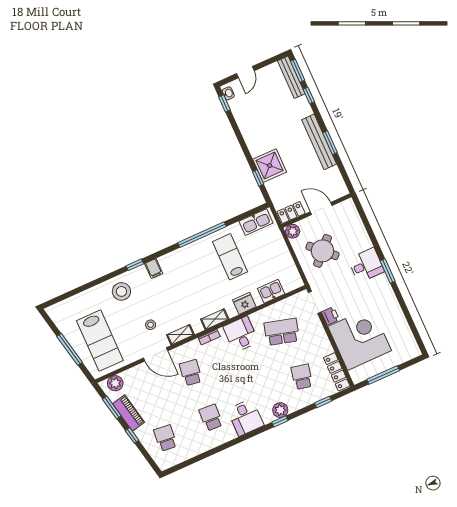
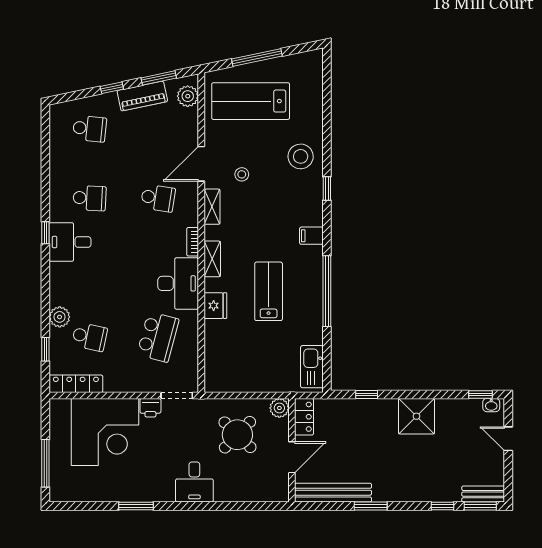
bench: (291, 77) -> (483, 494), width x0.73
bench: (319, 142) -> (333, 493), moved
shower: (270, 166) -> (416, 416), moved
lab bench: (230, 257) -> (269, 291), moved, turned -90
filing cabinet: (154, 268) -> (311, 236), moved
window: (388, 271) -> (136, 506), moved
kitchen sink: (271, 291) -> (215, 347), removed
desk: (241, 334) -> (178, 283), width x1.37
window: (383, 375) -> (45, 463), moved
plant: (280, 410) -> (60, 317), moved
window: (280, 421) -> (45, 233), moved

